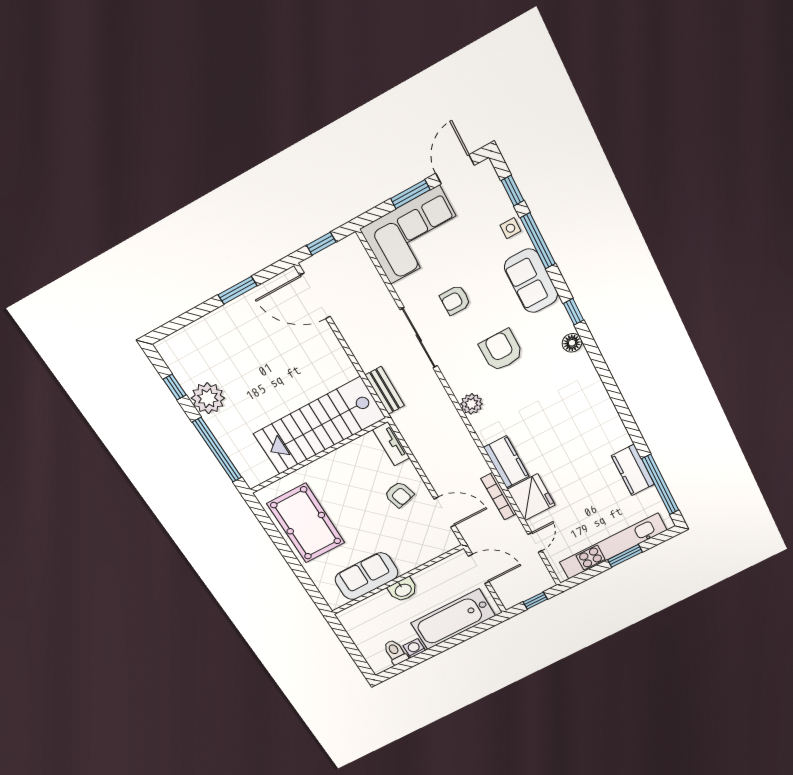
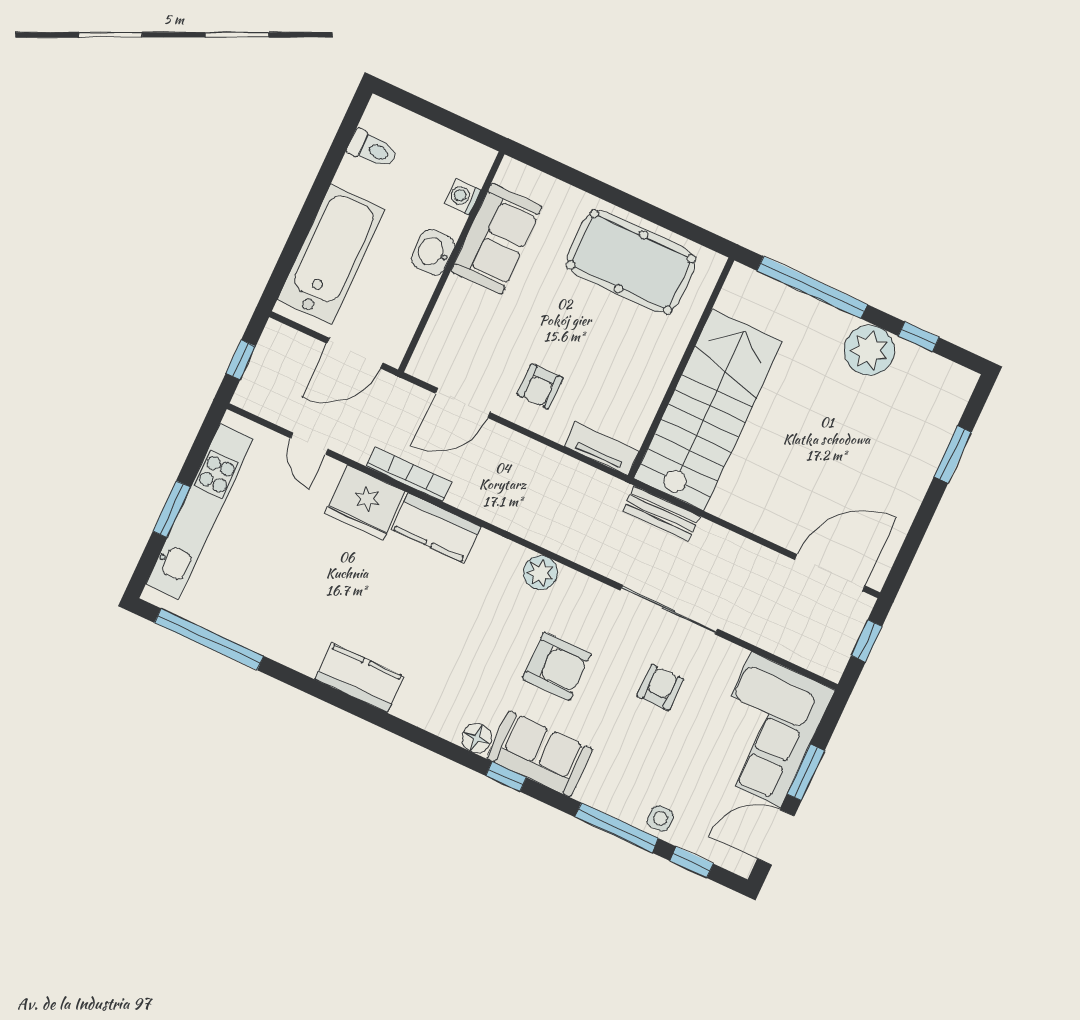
door: (455, 169) -> (776, 837), swing flipped
sofa: (531, 281) -> (540, 754), moved
window: (237, 290) -> (953, 454), moved
kitchen counter: (633, 470) -> (359, 678), moved
armchair: (399, 494) -> (540, 386), turned -74
washing machine: (414, 648) -> (463, 197), moved, turned 180

